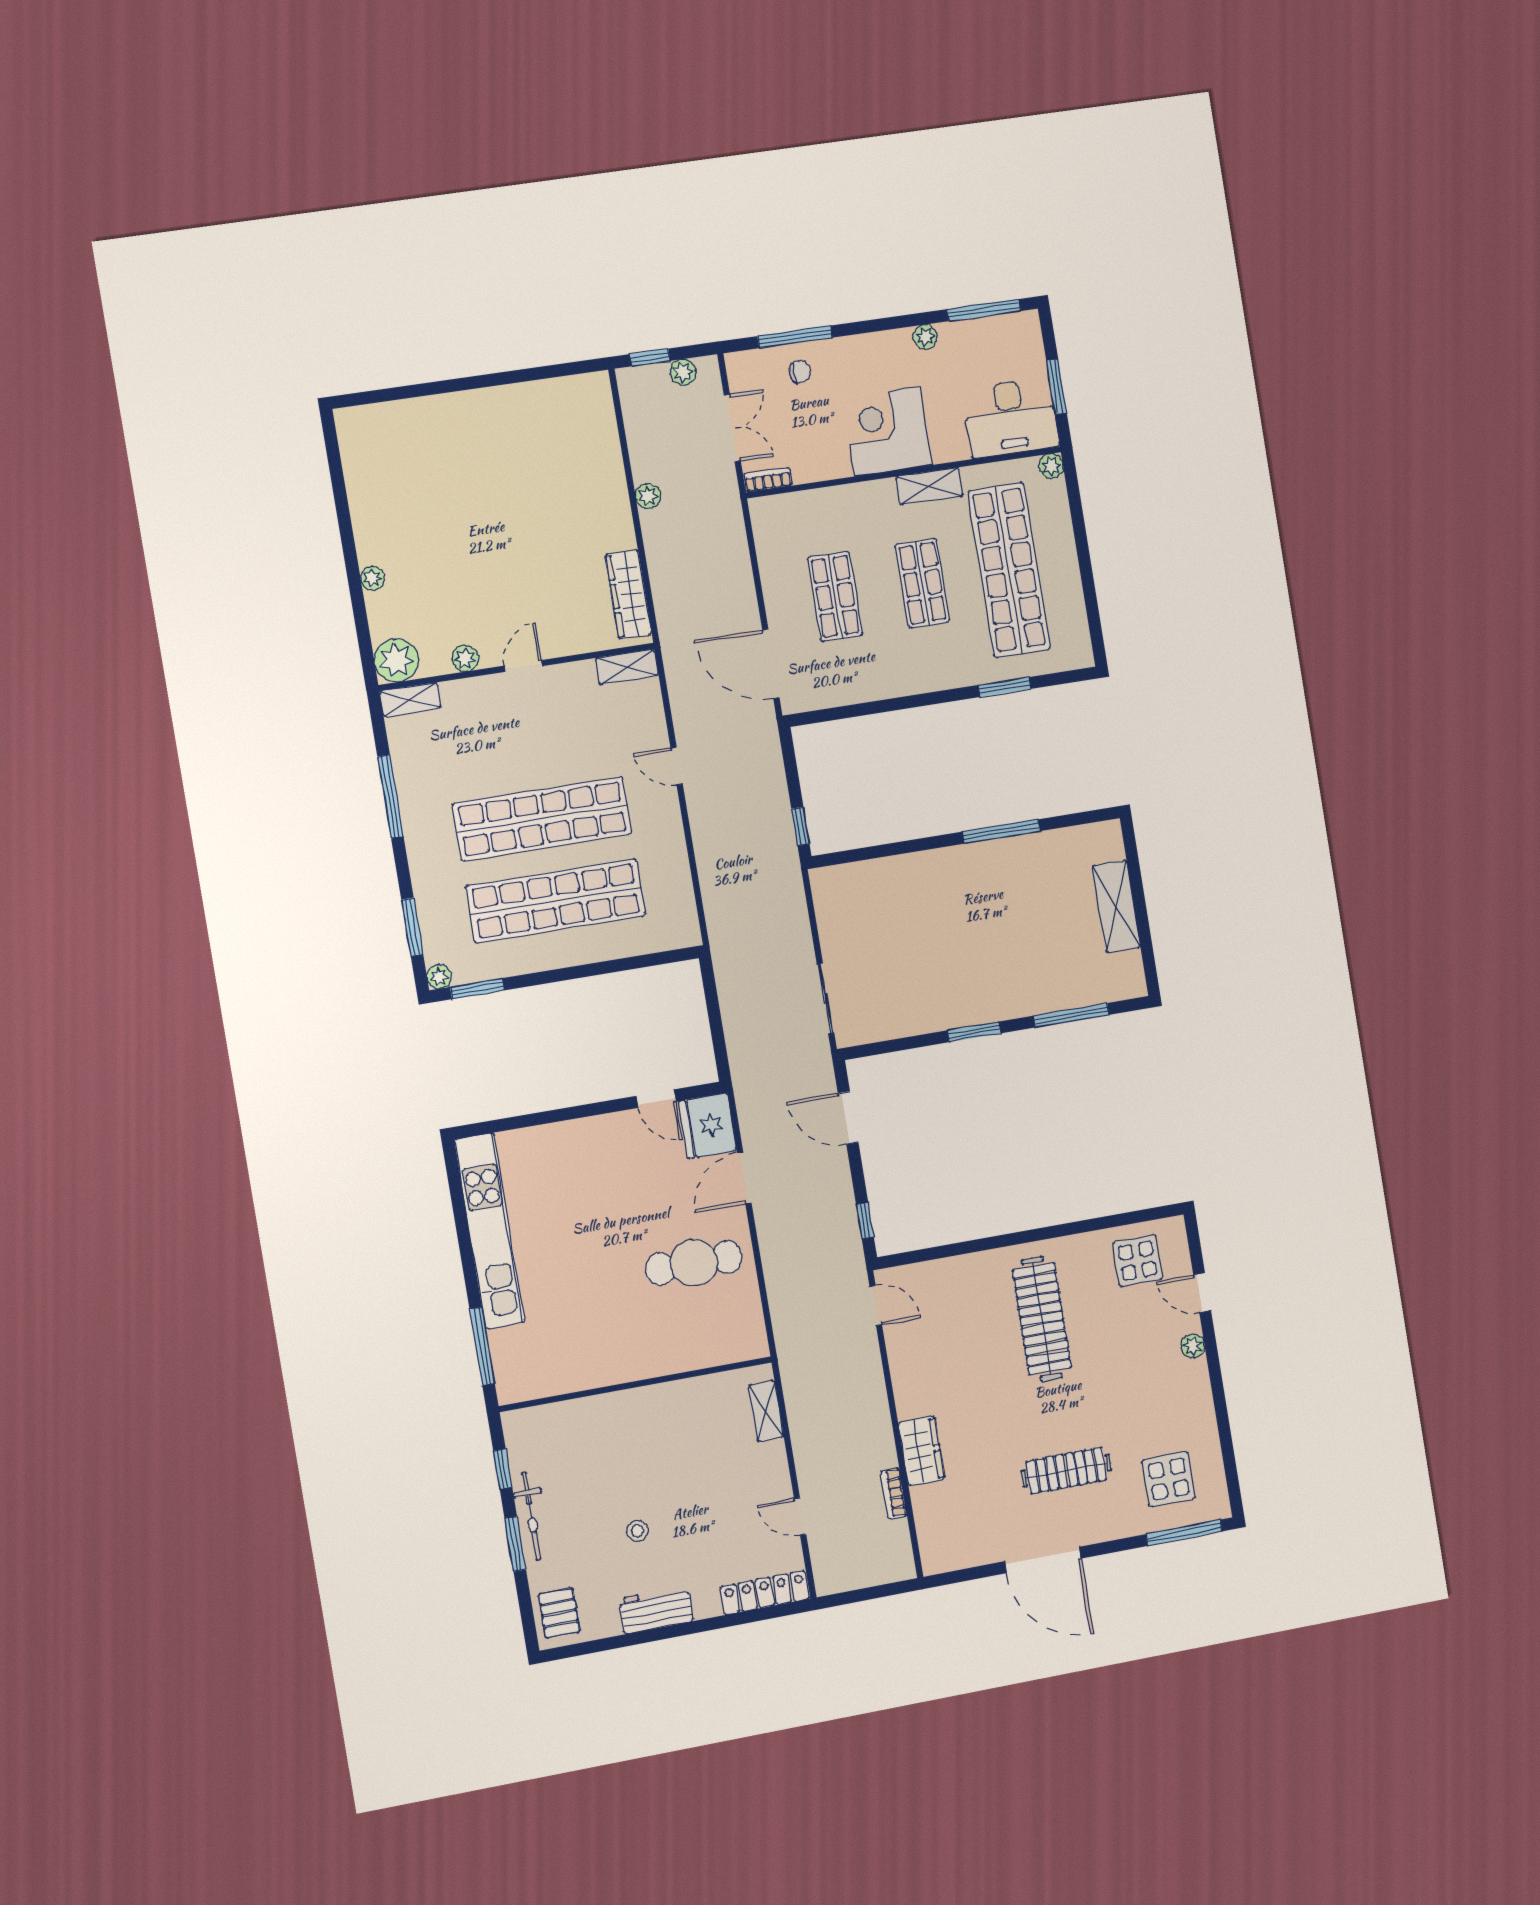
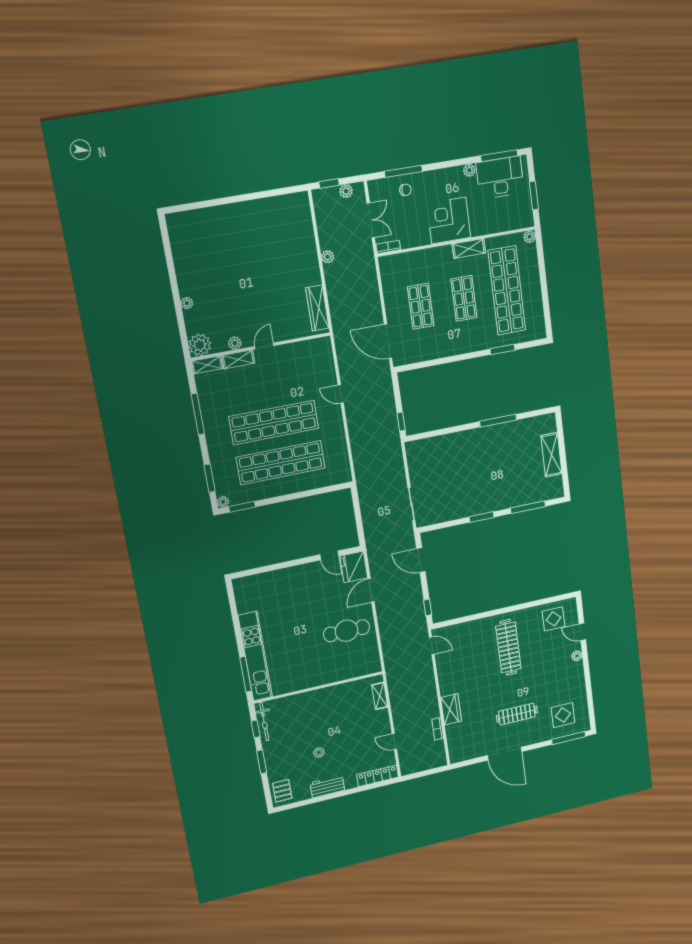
desk: (1011, 418) -> (500, 178), moved, turned 180
shelving: (627, 667) -> (238, 359), moved
kitchen unit: (490, 1231) -> (255, 656), moved
bicycle: (531, 1516) -> (264, 721), moved

